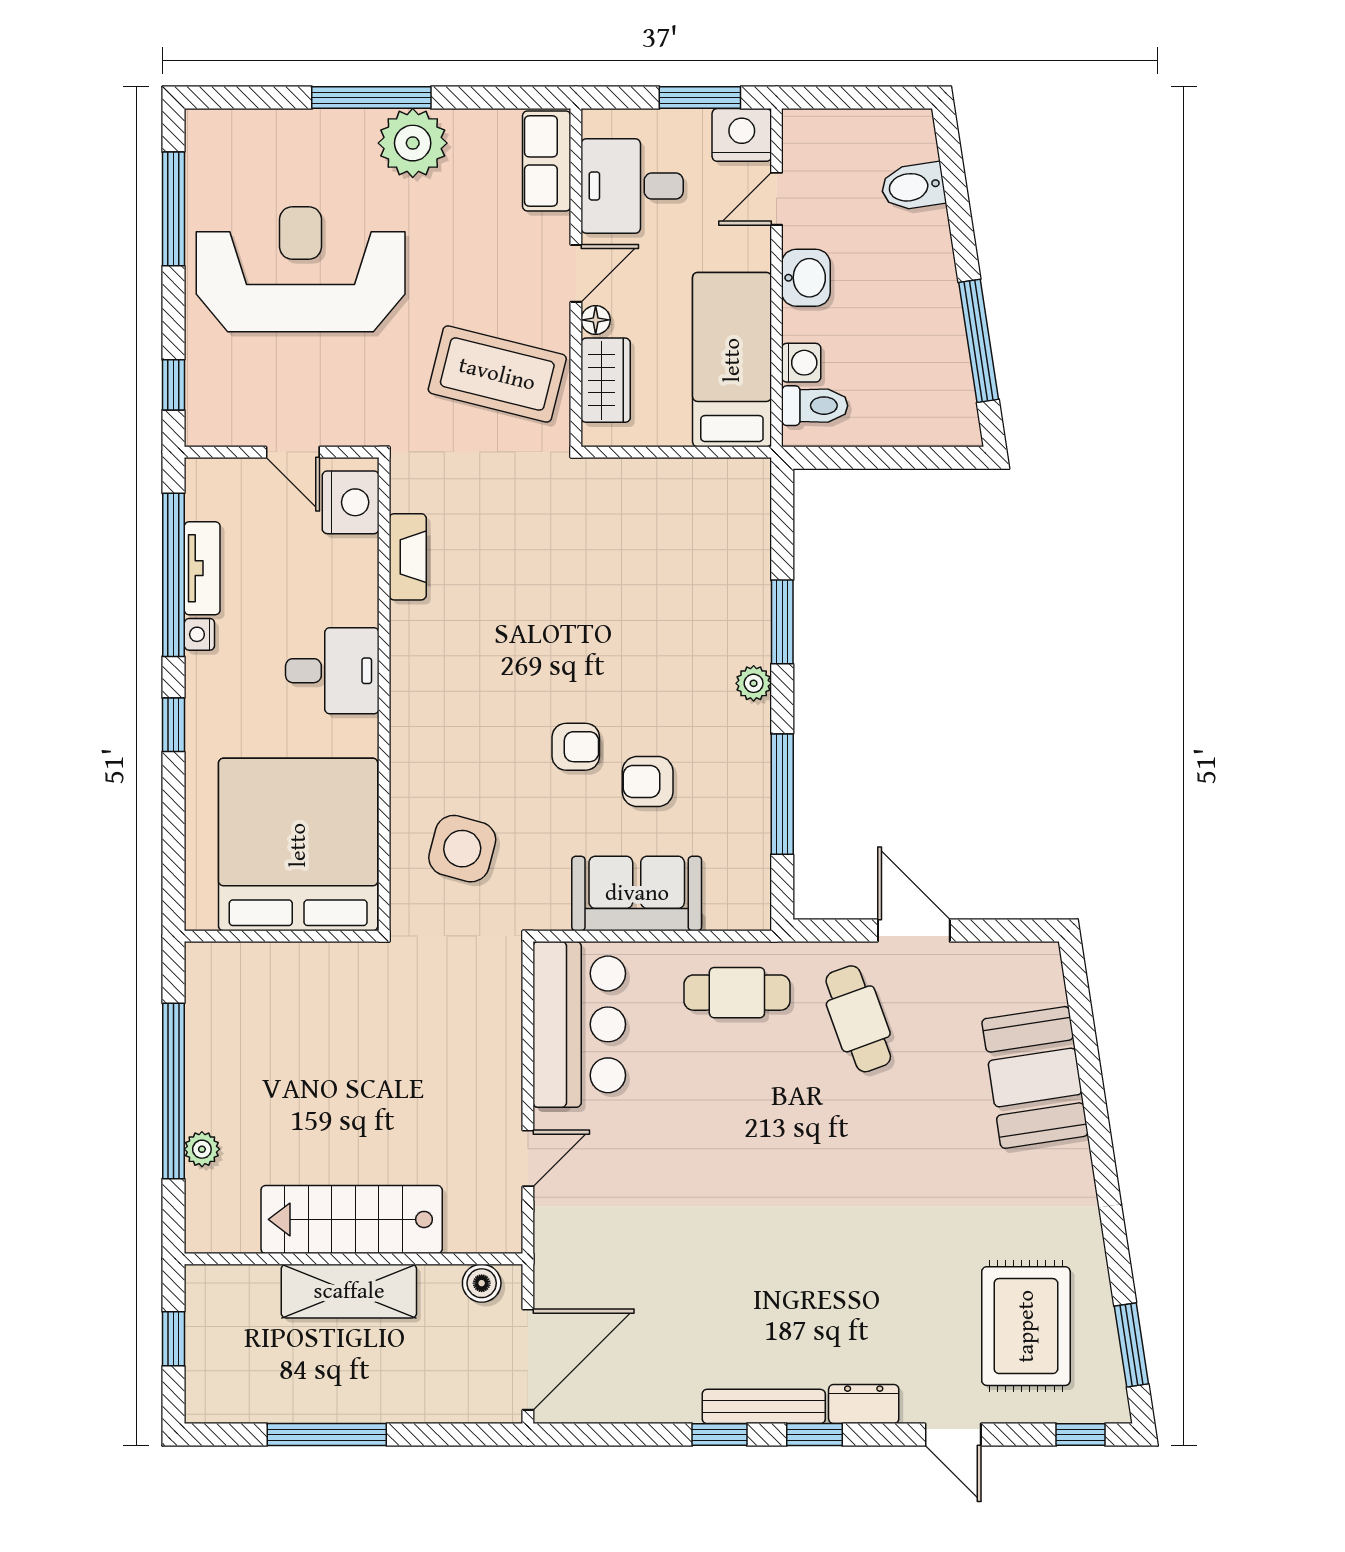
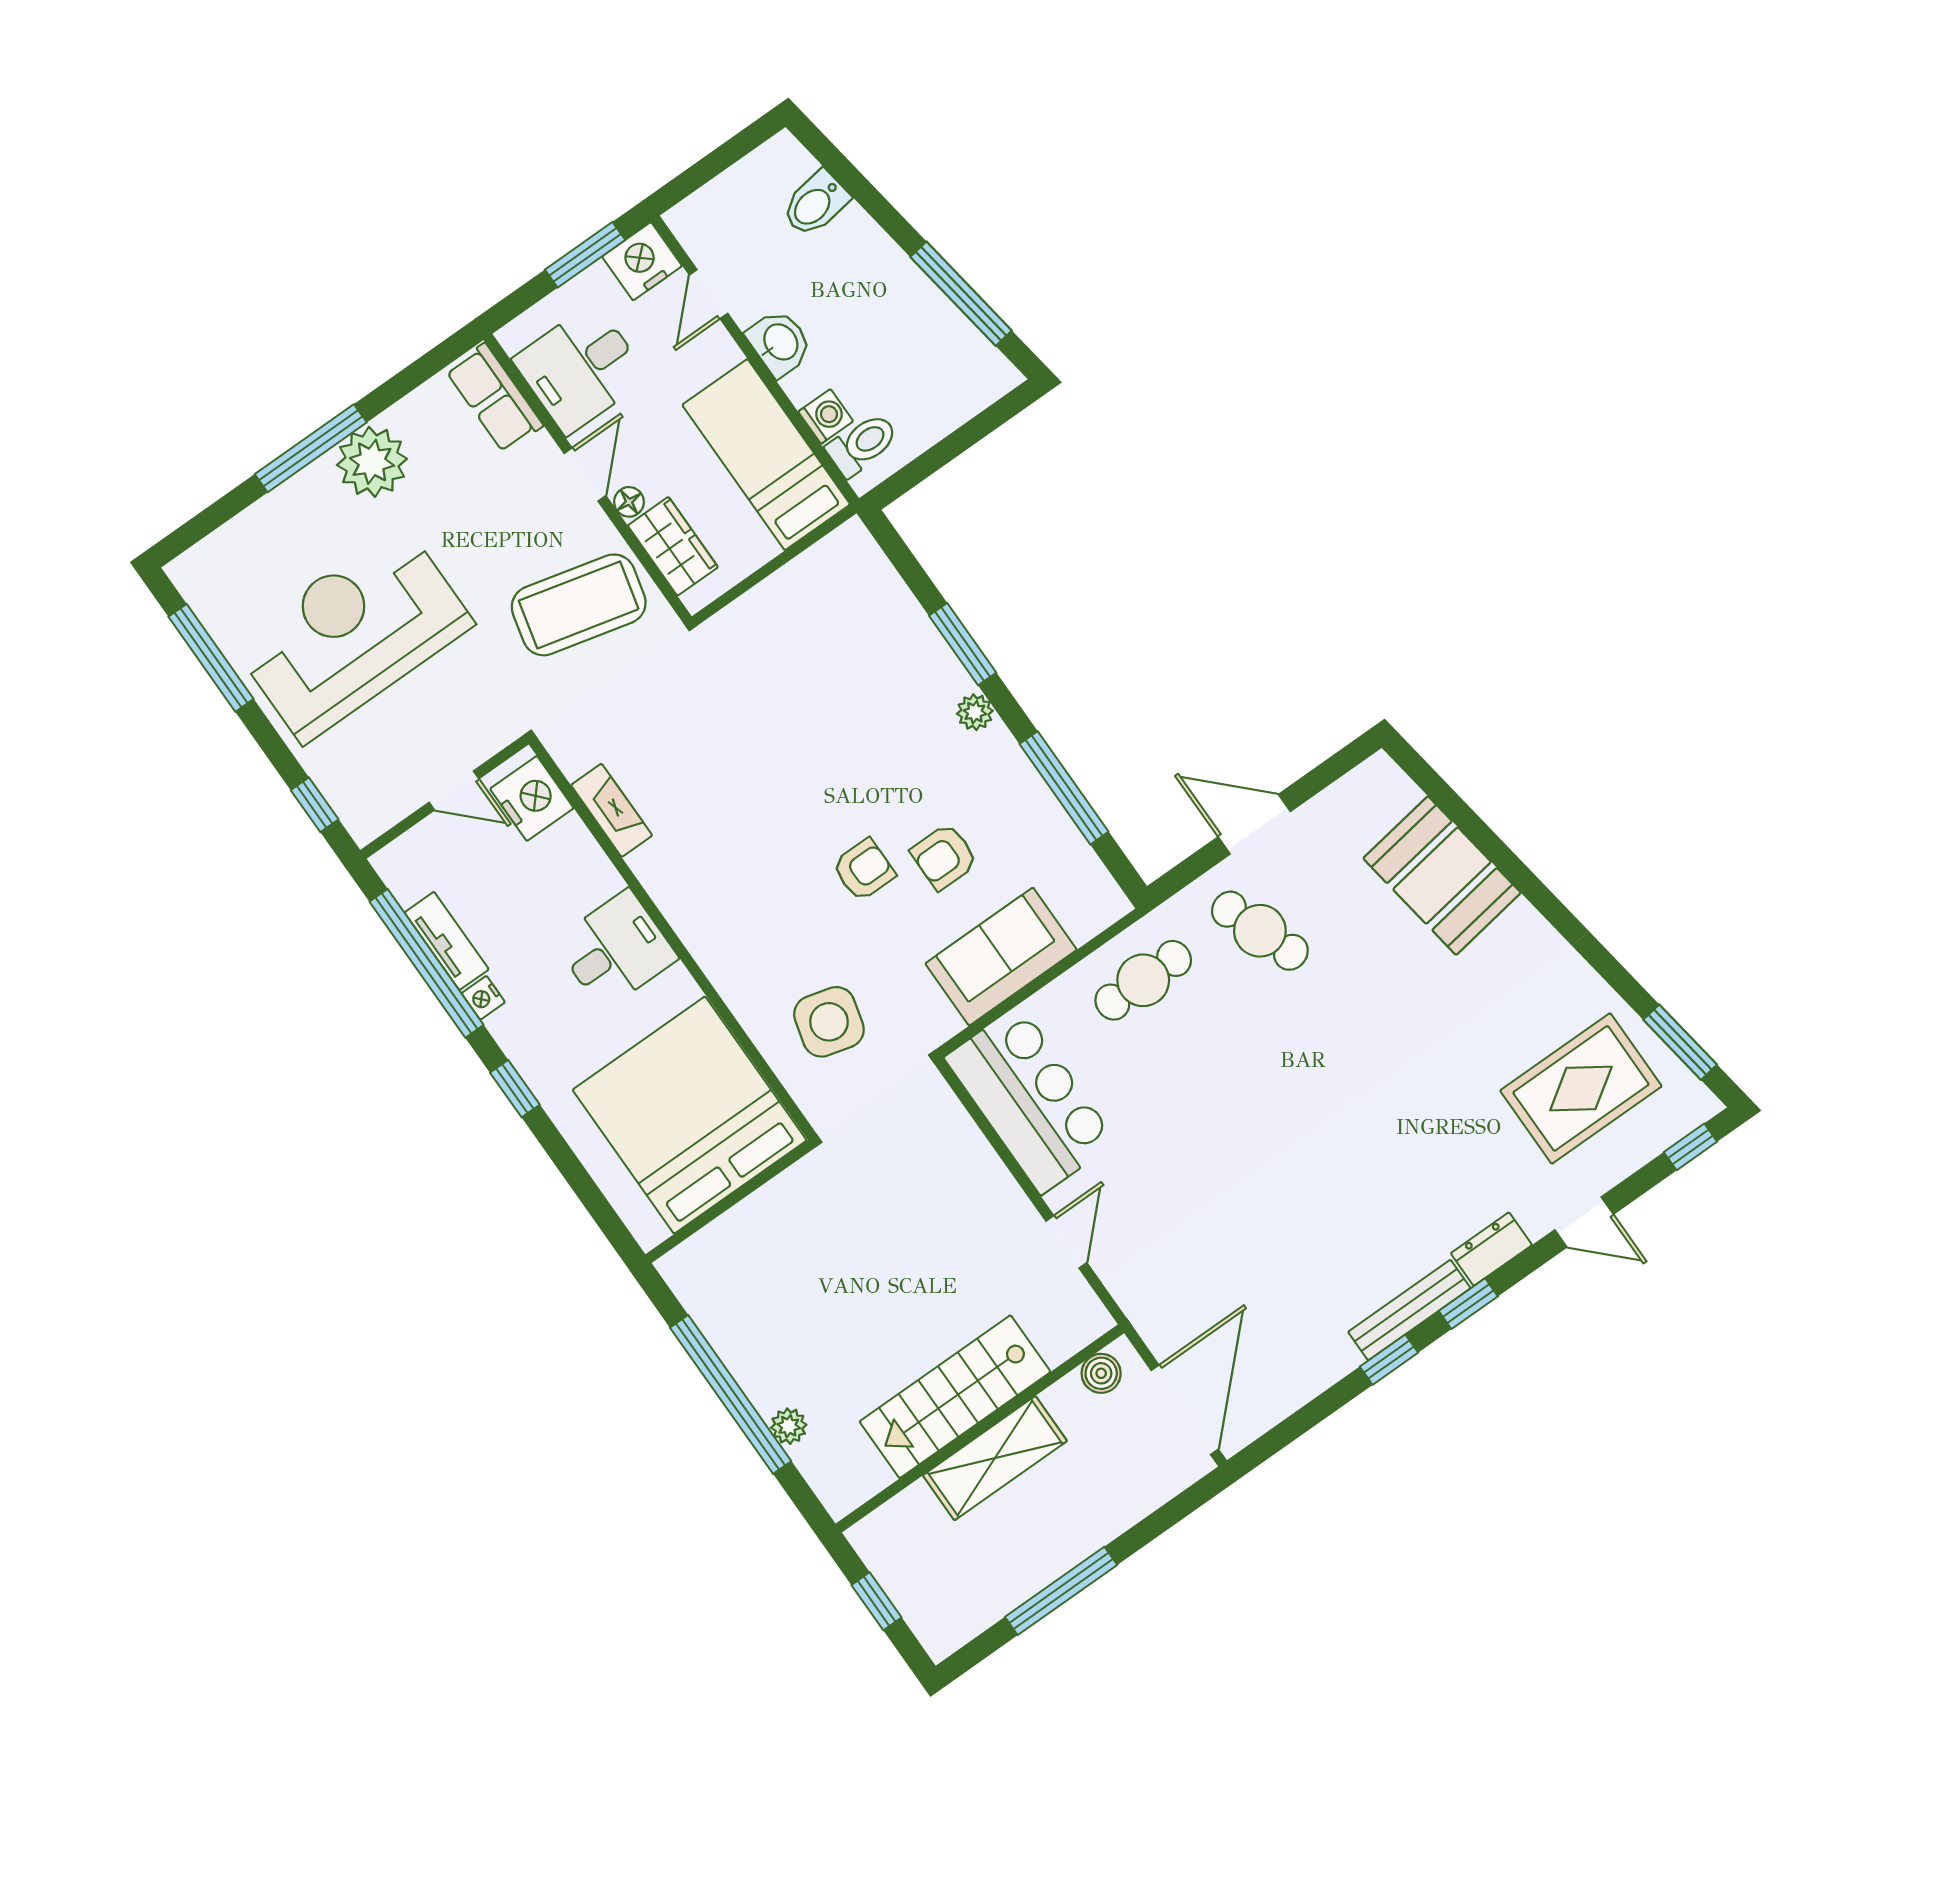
rug: (1026, 1326) -> (1581, 1088), turned 90

